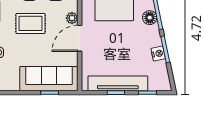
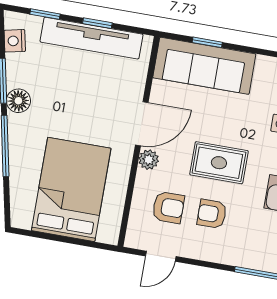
floor lamp: (150, 18) -> (18, 101), moved
nightstand: (158, 54) -> (15, 41), moved

